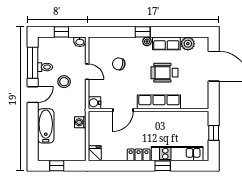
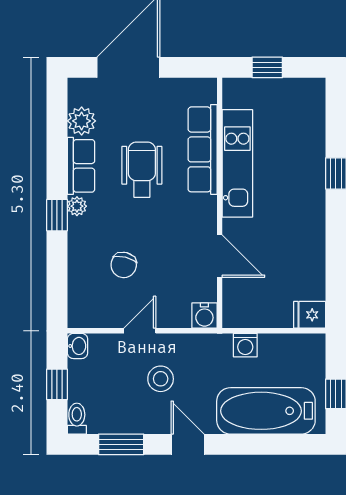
window: (33, 63) -> (121, 444), width x0.69
toilet: (45, 67) -> (77, 419), moved
wheelchair: (164, 73) -> (142, 170), turned 180
row of seats: (159, 102) -> (203, 149), moved
bathtub: (46, 126) -> (266, 411), width x1.36, depth x1.36
kitchen unit: (177, 154) -> (237, 163), moved, turned 180
locker: (139, 155) -> (313, 224), removed

